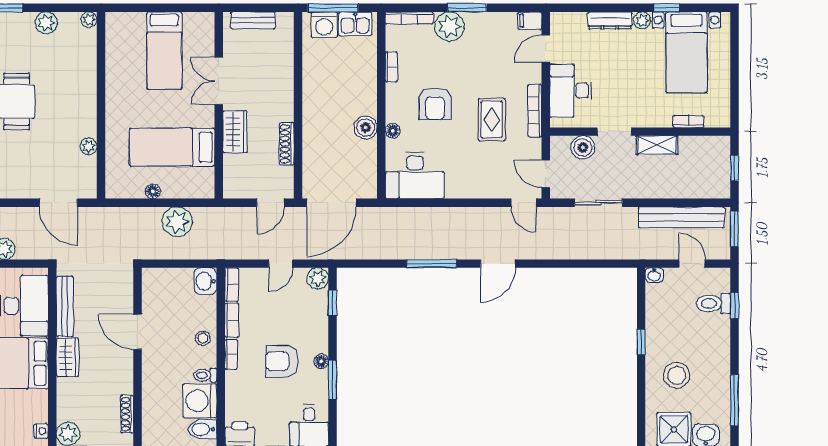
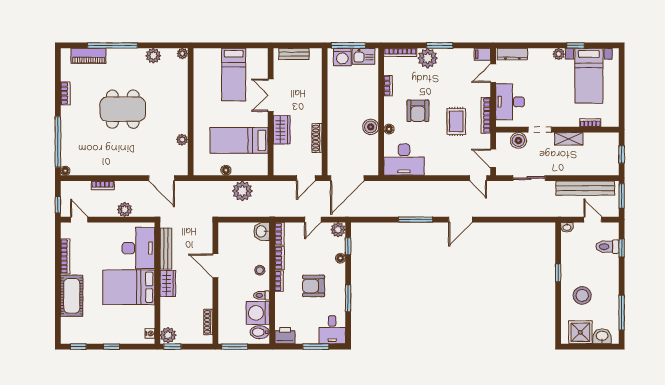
dresser: (610, 20) -> (512, 54), moved
floor lamp: (321, 361) -> (340, 258), moved

